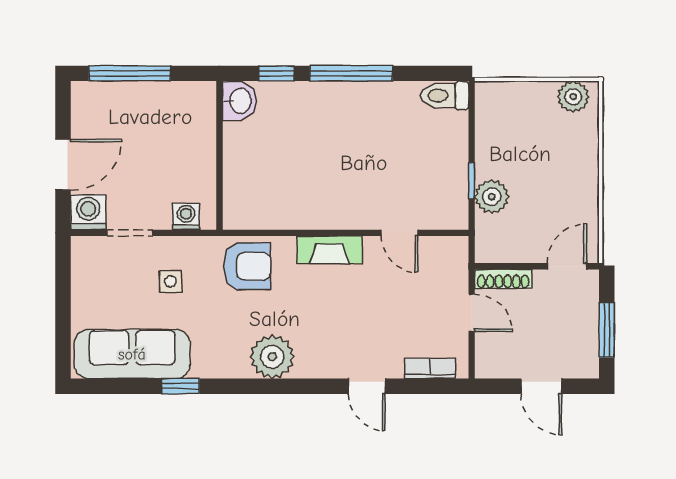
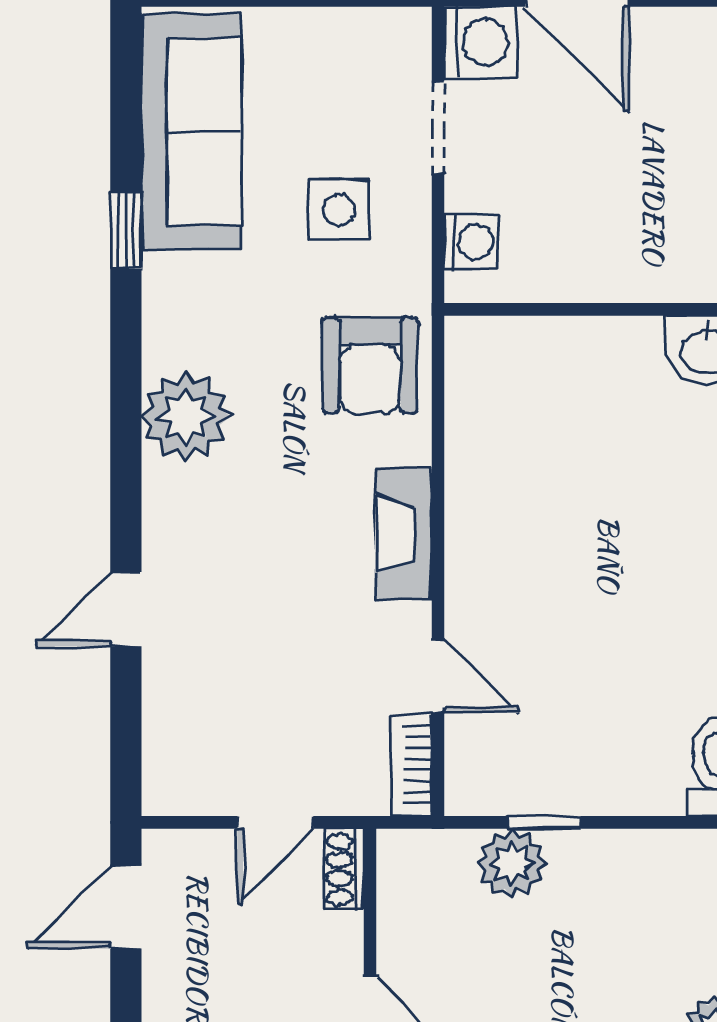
door: (400, 233) -> (438, 676), swing flipped
shoe rack: (503, 279) -> (344, 869), width x0.70
side table: (171, 281) -> (339, 210), width x1.37, depth x1.37
bookcase: (430, 369) -> (411, 765), moved, turned 180
door: (541, 386) -> (126, 907), moved

